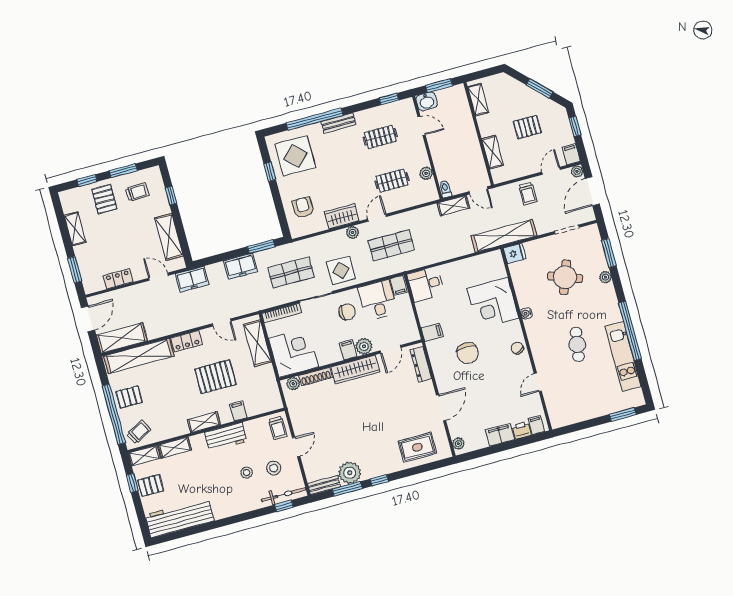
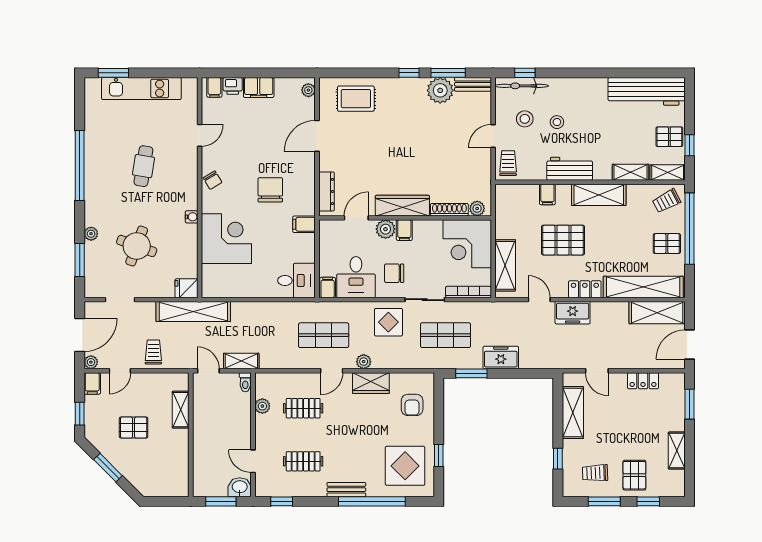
shelving: (478, 100) -> (181, 473), removed
freezer: (192, 279) -> (573, 313), moved, turned 180
kitchen unit: (623, 356) -> (141, 89), moved, turned 90
shelving: (204, 422) -> (599, 195), width x1.50, depth x1.33

